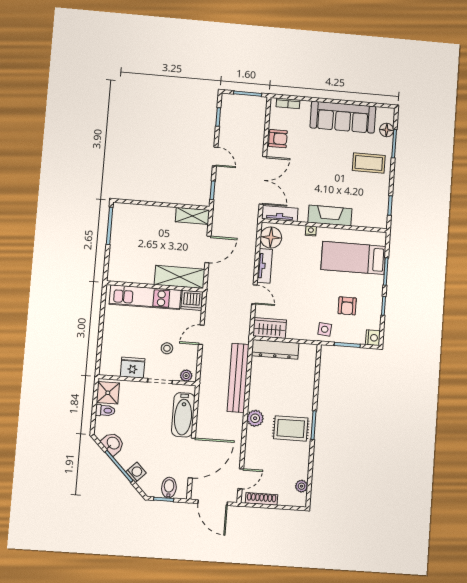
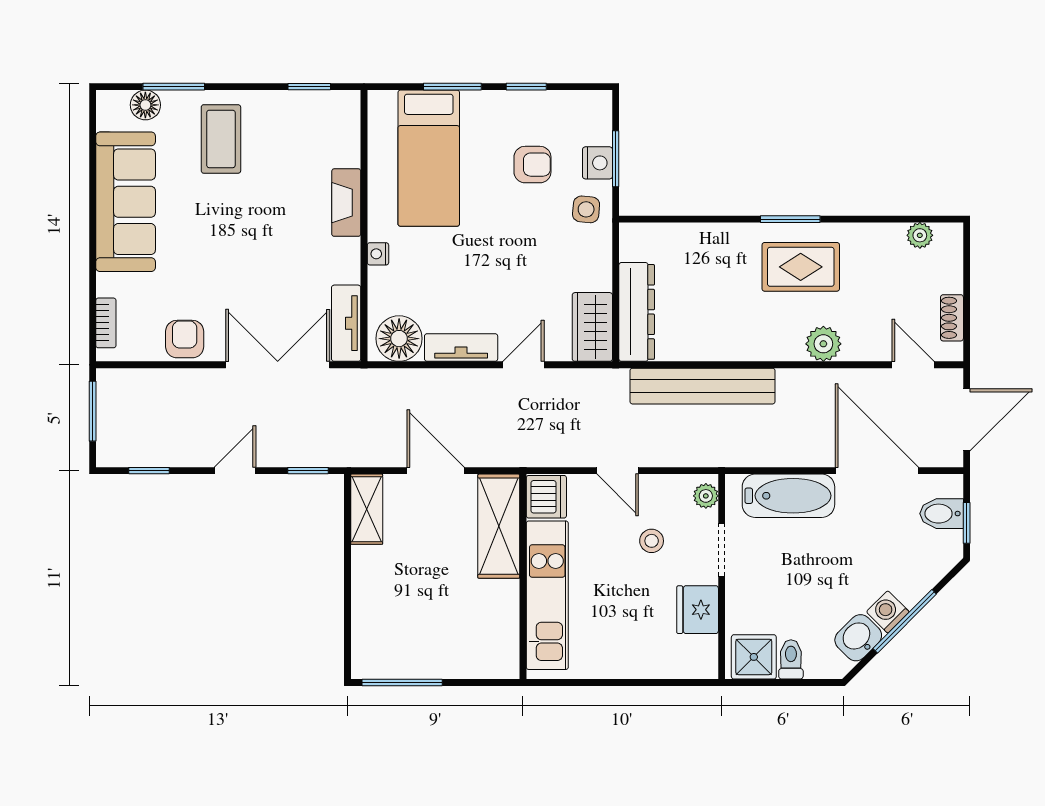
fireplace: (330, 216) -> (346, 203), width x0.73, depth x0.76
nightstand: (373, 338) -> (597, 163), moved, turned 90
plant: (255, 418) -> (823, 344), moved
rug: (291, 428) -> (801, 267), turned 90
washing machine: (136, 472) -> (888, 612), moved
shoe rack: (262, 499) -> (952, 318), width x0.70

